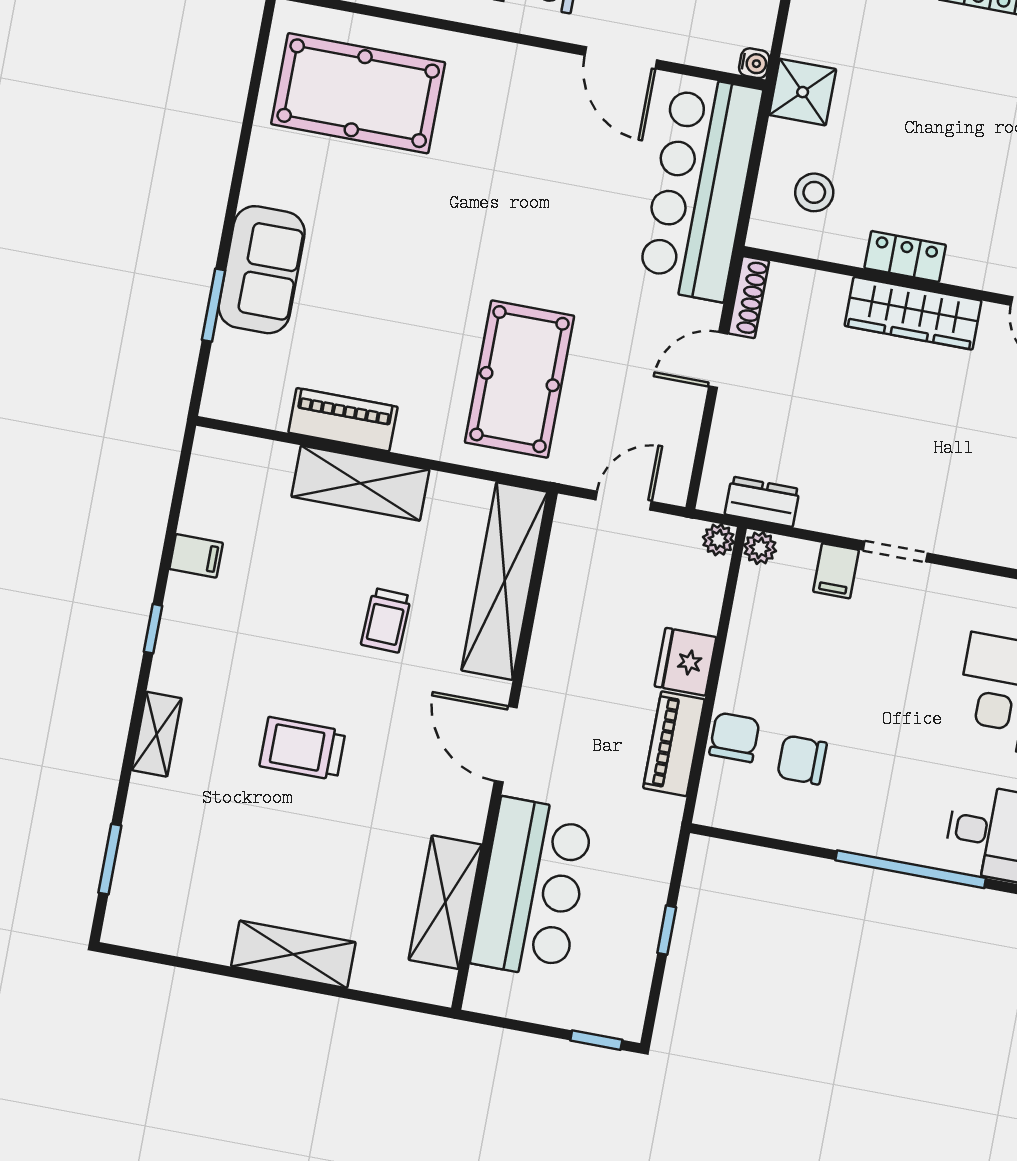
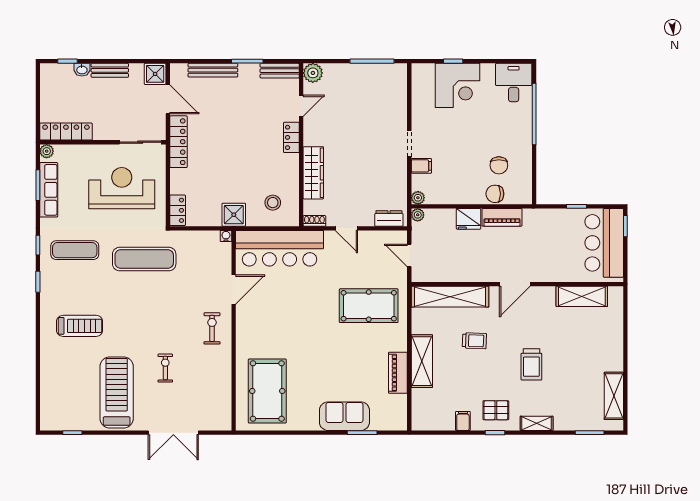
locker: (905, 256) -> (291, 137), moved
shoe rack: (749, 297) -> (314, 221), width x0.70
wardrobe: (913, 313) -> (313, 173), moved
dresser: (762, 502) -> (389, 218), moved, turned 90
pallet: (207, 641) -> (496, 410), added
bar counter: (532, 888) -> (604, 243), moved, turned -90
shelving: (293, 954) -> (614, 396), moved

